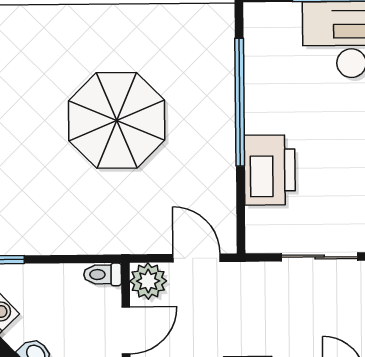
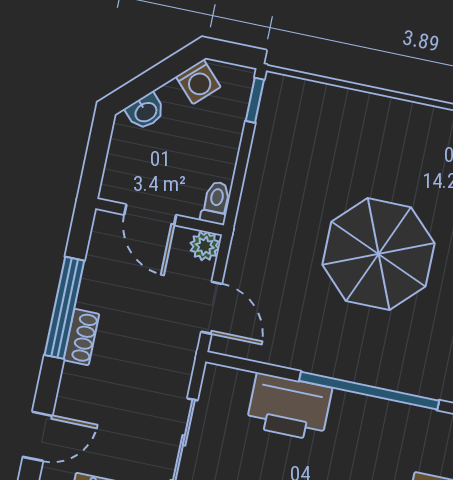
door: (197, 258) -> (212, 308), hinge flipped
plant: (148, 281) -> (205, 246), width x0.73, depth x0.73

